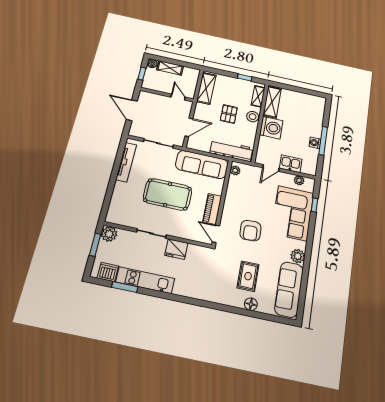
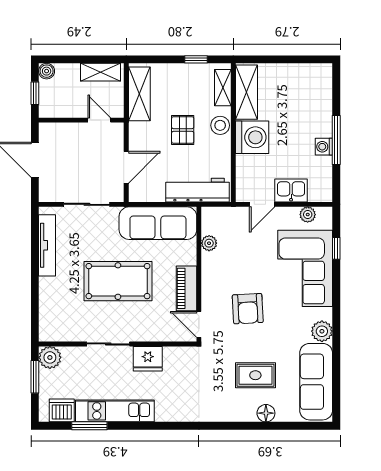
shelving: (170, 68) -> (101, 72), moved
plant: (235, 170) -> (209, 243), moved
rug: (248, 276) -> (255, 375), turned 90

